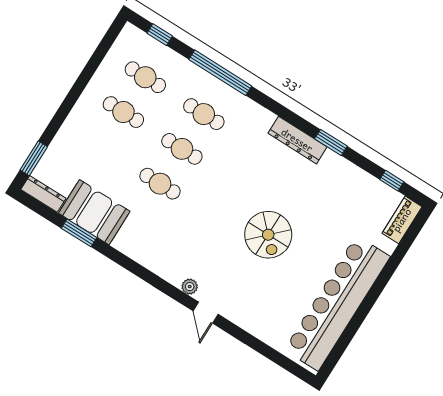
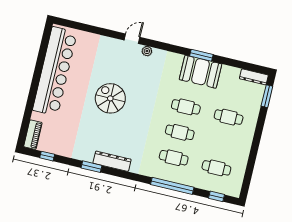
cafe table: (123, 112) -> (229, 117), moved
booth: (94, 212) -> (201, 72), moved
window: (79, 233) -> (201, 55), moved
door: (206, 313) -> (132, 39), hinge flipped

